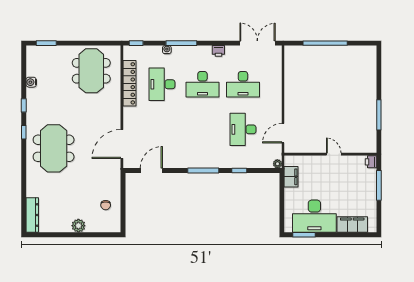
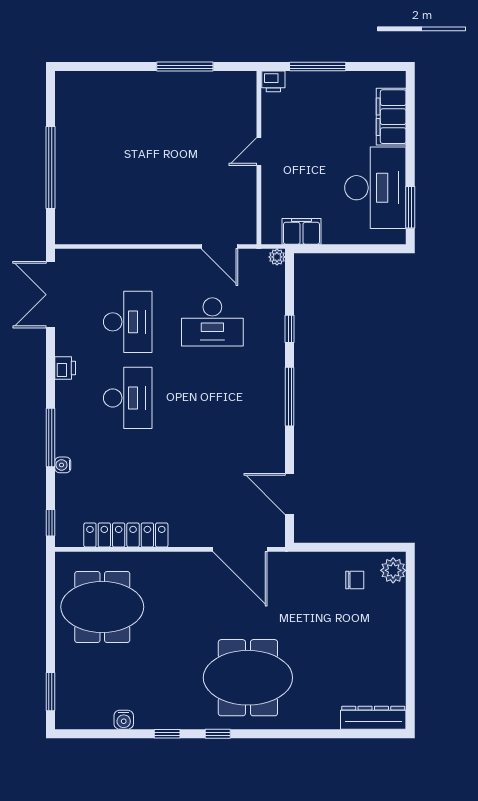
desk: (162, 84) -> (128, 474), removed
plant: (78, 226) -> (393, 570), moved

